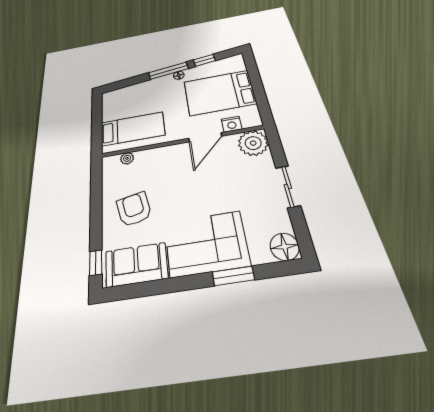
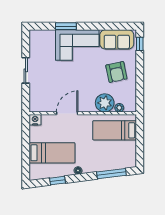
window: (168, 71) -> (111, 174), moved
bed: (219, 93) -> (52, 153), width x0.67
nightstand: (232, 124) -> (35, 120), moved
plant: (253, 143) -> (105, 103), moved
floor lamp: (285, 247) -> (37, 37), removed

